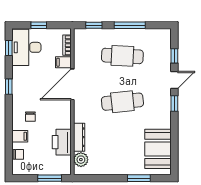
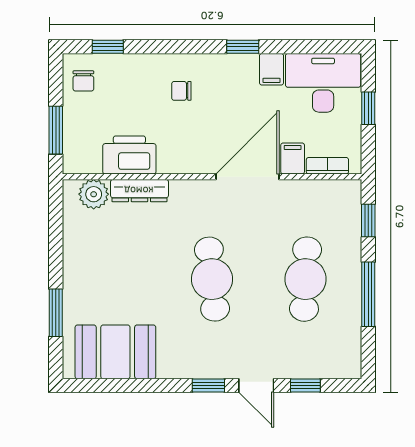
window: (9, 48) -> (108, 47), moved
door: (72, 84) -> (248, 177), hinge flipped
filing cabinet: (20, 136) -> (271, 69), moved
chair: (18, 154) -> (83, 81), moved

